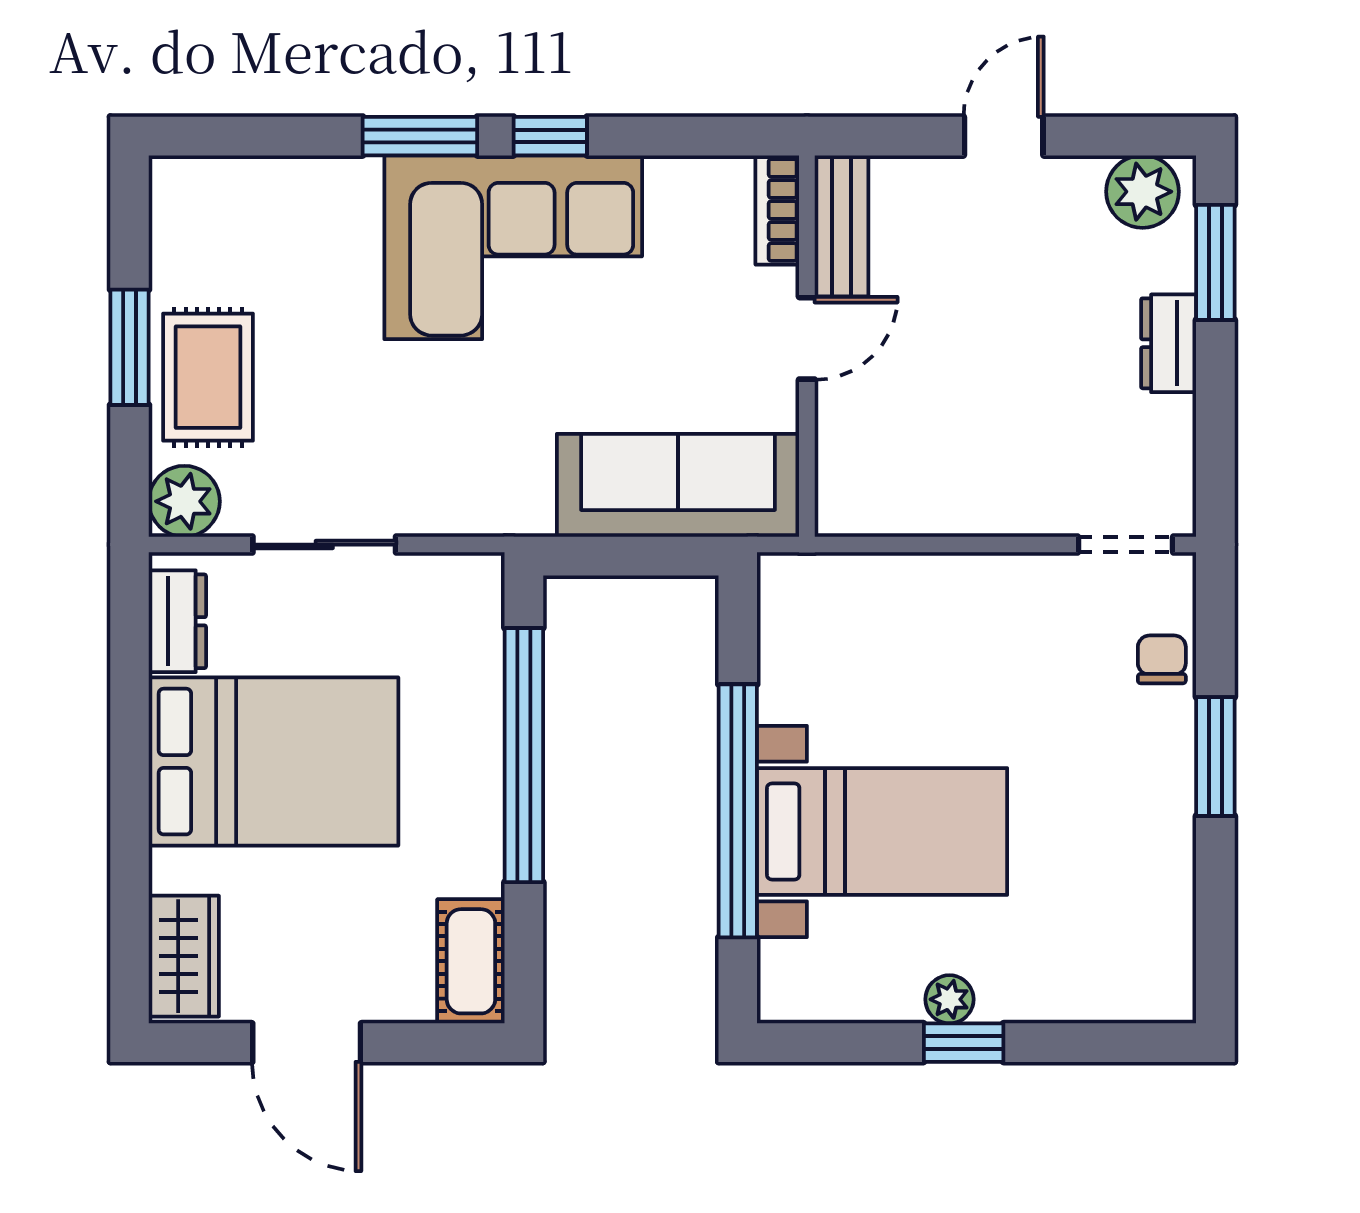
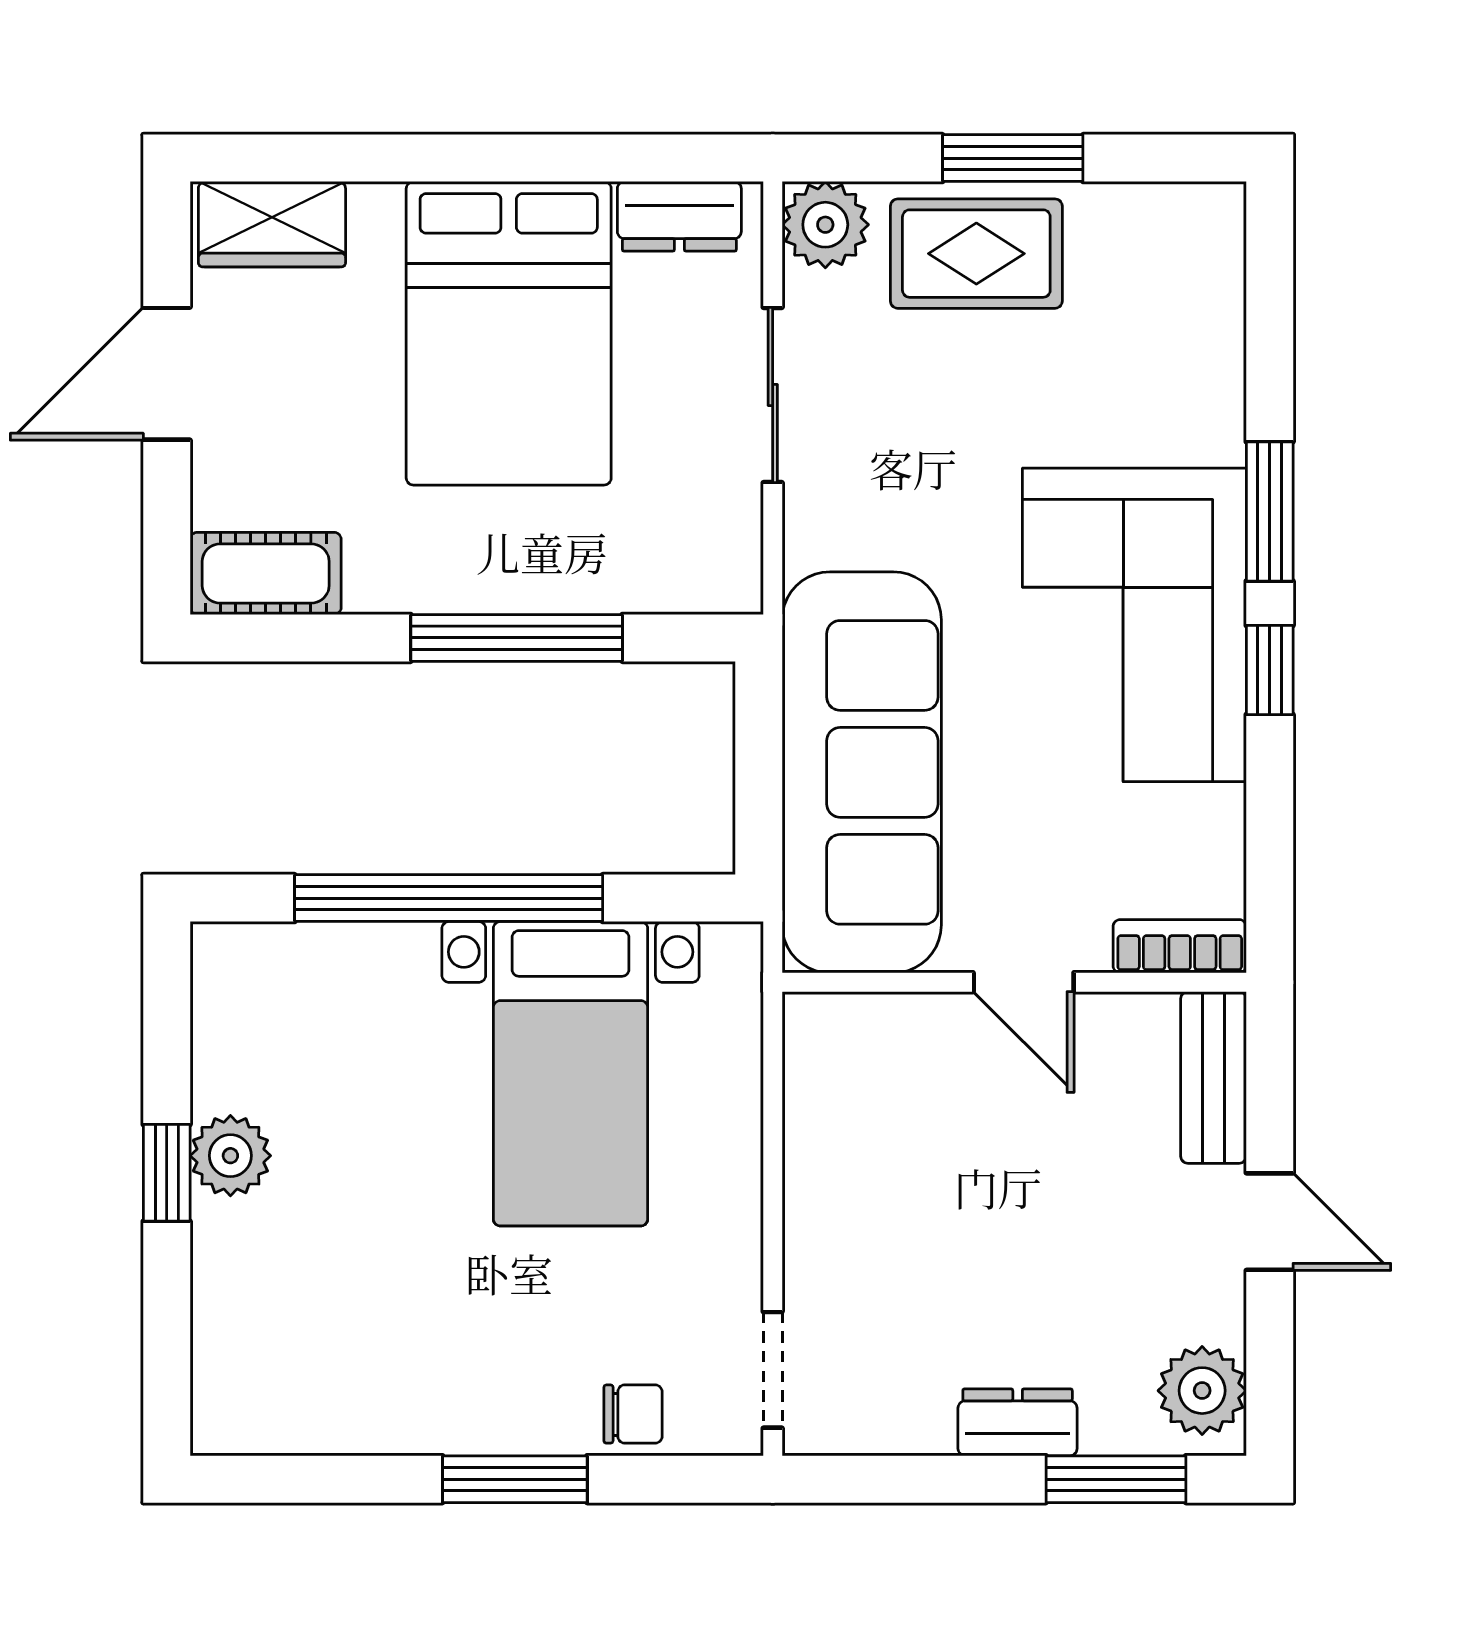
bench: (842, 226) -> (1214, 1077), moved, turned 90
sofa: (678, 485) -> (862, 772), width x1.36, depth x1.27
window: (524, 755) -> (517, 638), width x0.68
bed with nightstands: (882, 831) -> (571, 1074), moved
plant: (949, 999) -> (230, 1156), width x1.38, depth x1.38

